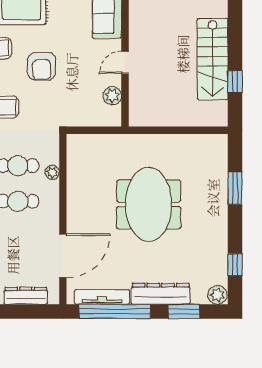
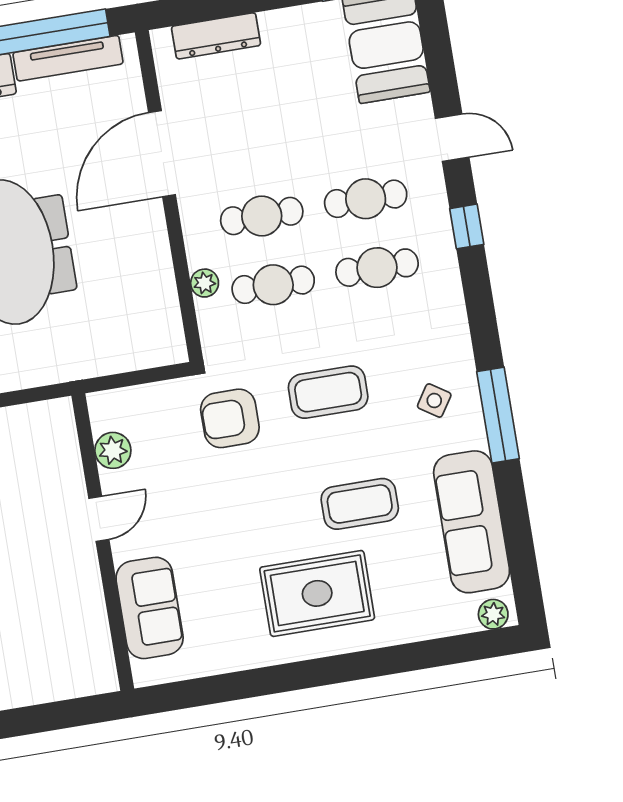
armchair: (42, 66) -> (230, 418), moved, turned -90
door: (63, 256) -> (162, 154), moved

